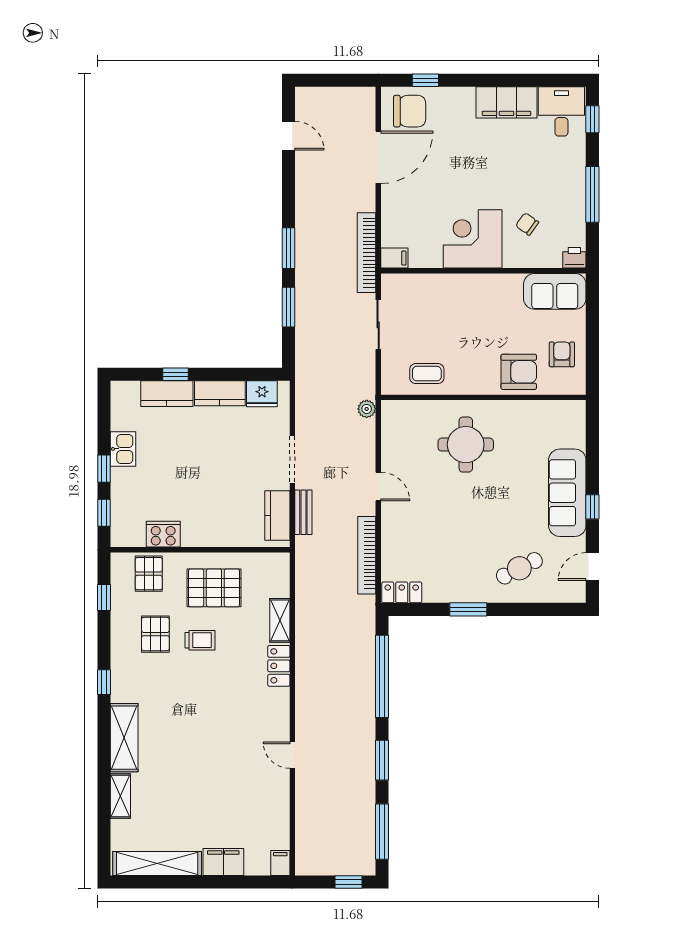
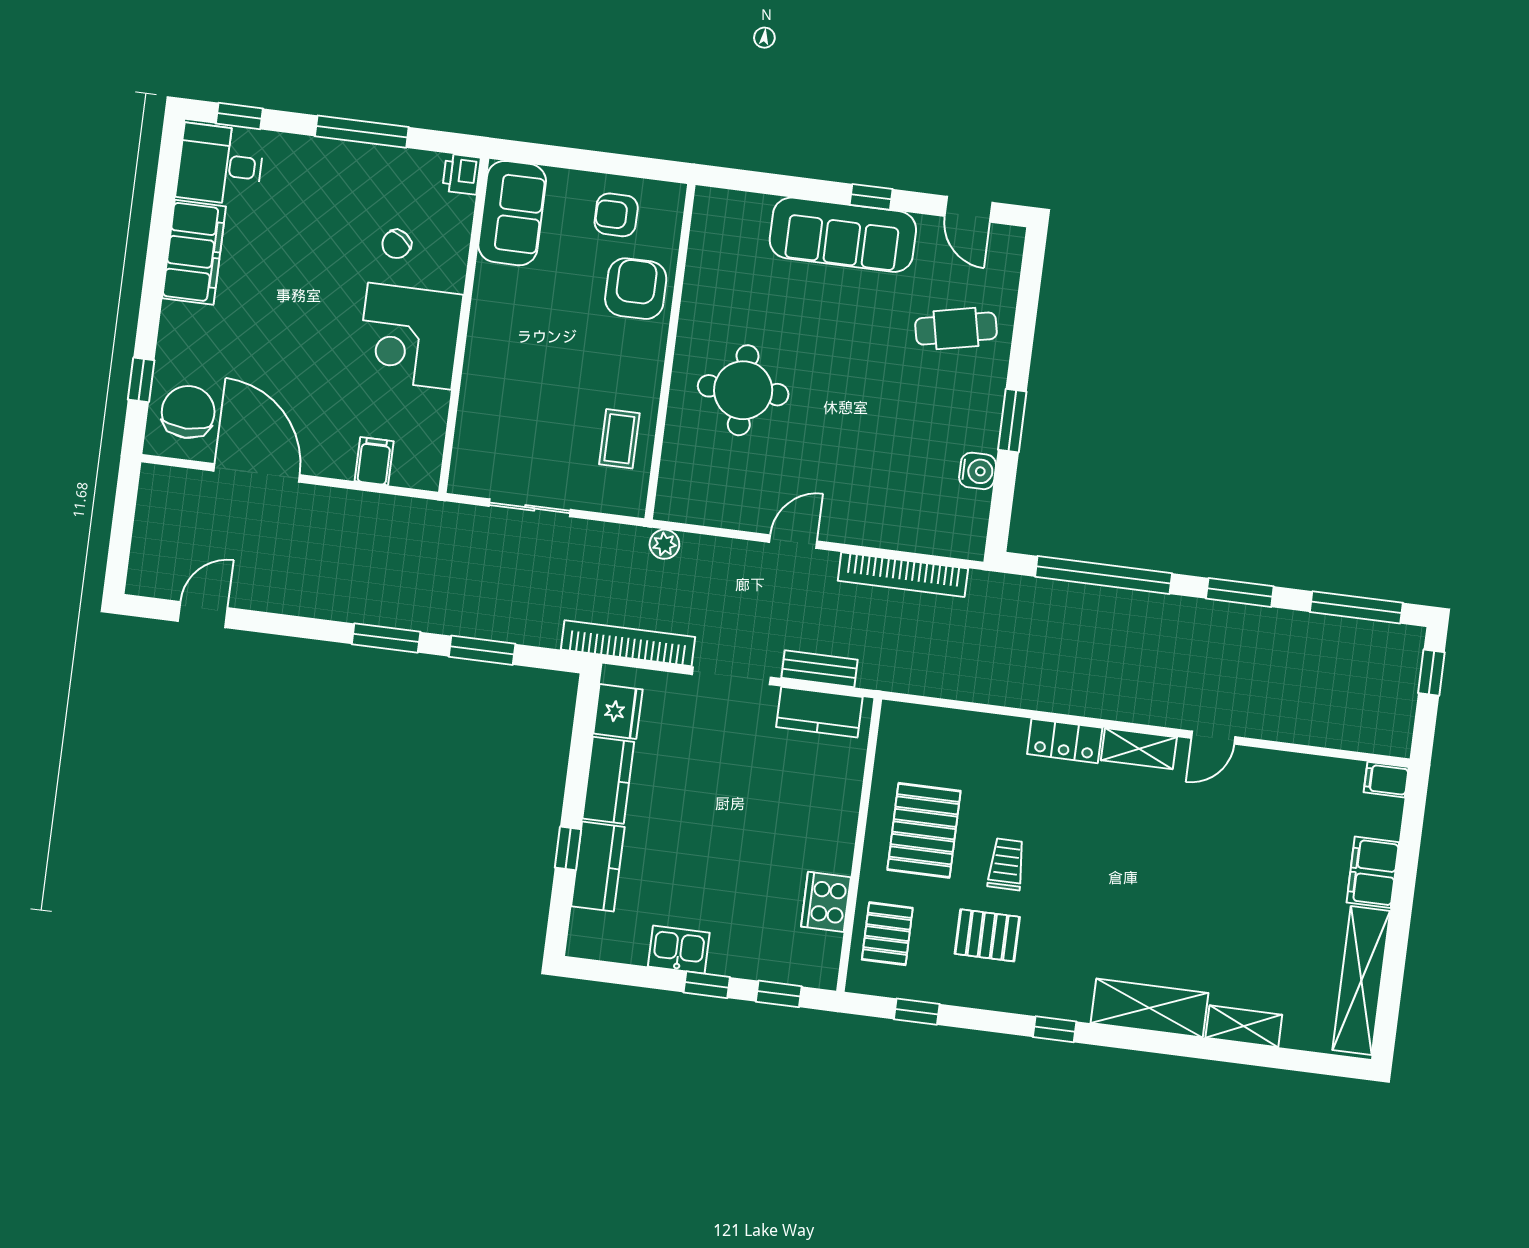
bookcase: (367, 253) -> (628, 643), moved, turned 180
filing cabinet: (394, 258) -> (374, 461), moved
cafe table: (519, 568) -> (956, 329), turned -75
pallet: (149, 574) -> (887, 934), turned 90
locker: (402, 592) -> (971, 525), removed
water cooler: (435, 592) -> (978, 471), added
shelving: (280, 620) -> (1139, 749), moved

